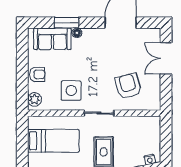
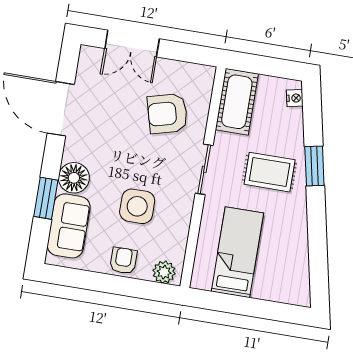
floor lamp: (77, 33) -> (74, 178), width x1.89, depth x1.89
side table: (71, 91) -> (137, 206), moved
cot: (142, 126) -> (237, 102), added

